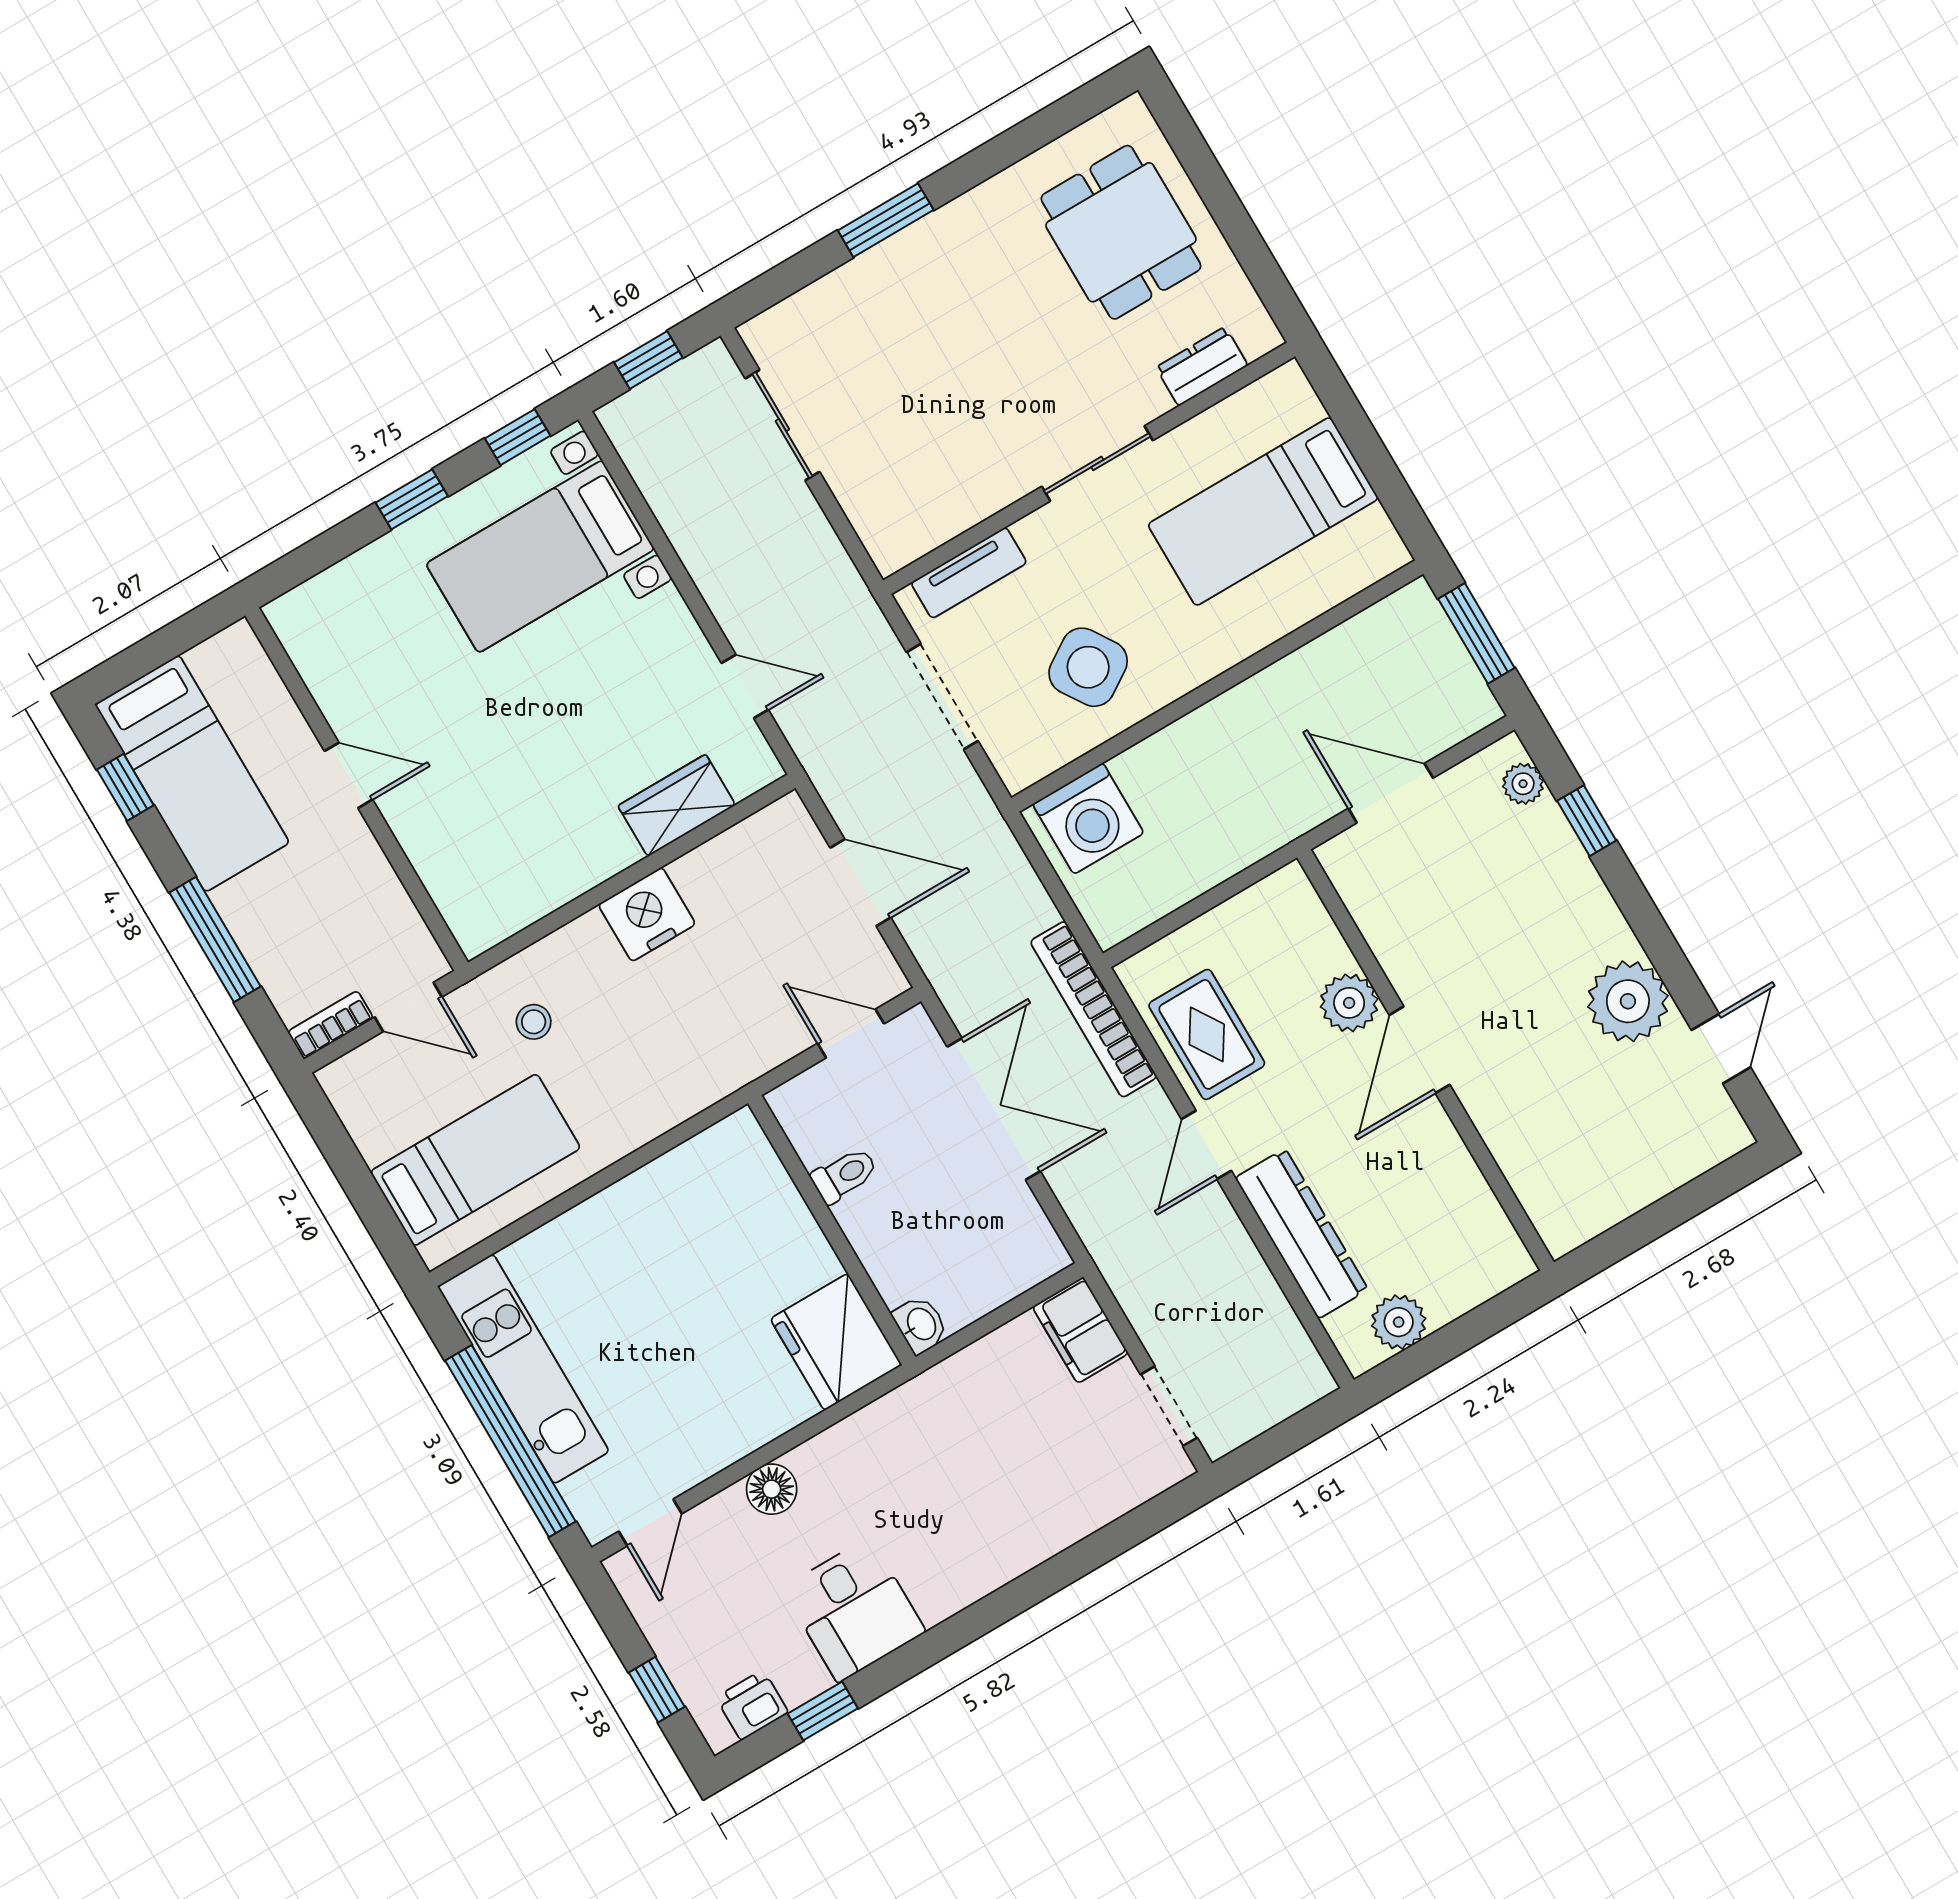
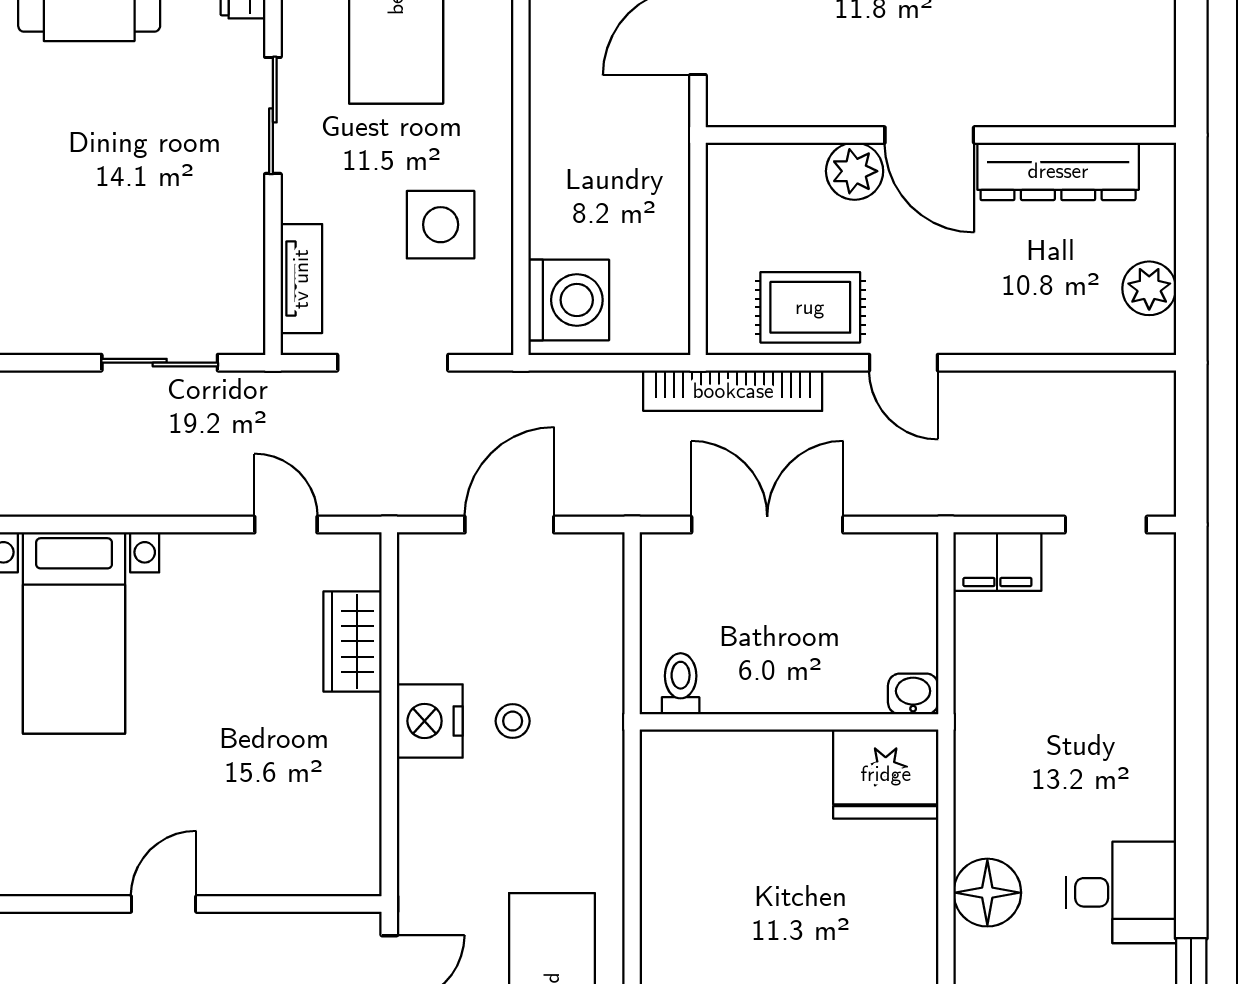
sliding door: (782, 425) -> (160, 363), moved
side table: (1088, 667) -> (441, 225), turned 33
door: (745, 686) -> (286, 525), hinge flipped
stool: (534, 1022) -> (513, 721), moved
door: (851, 1033) -> (632, 608), removed
toilet: (844, 1175) -> (681, 684), moved
dresser: (1302, 1234) -> (1058, 171), moved, turned 180
floor lamp: (772, 1489) -> (987, 893), width x1.38, depth x1.38

